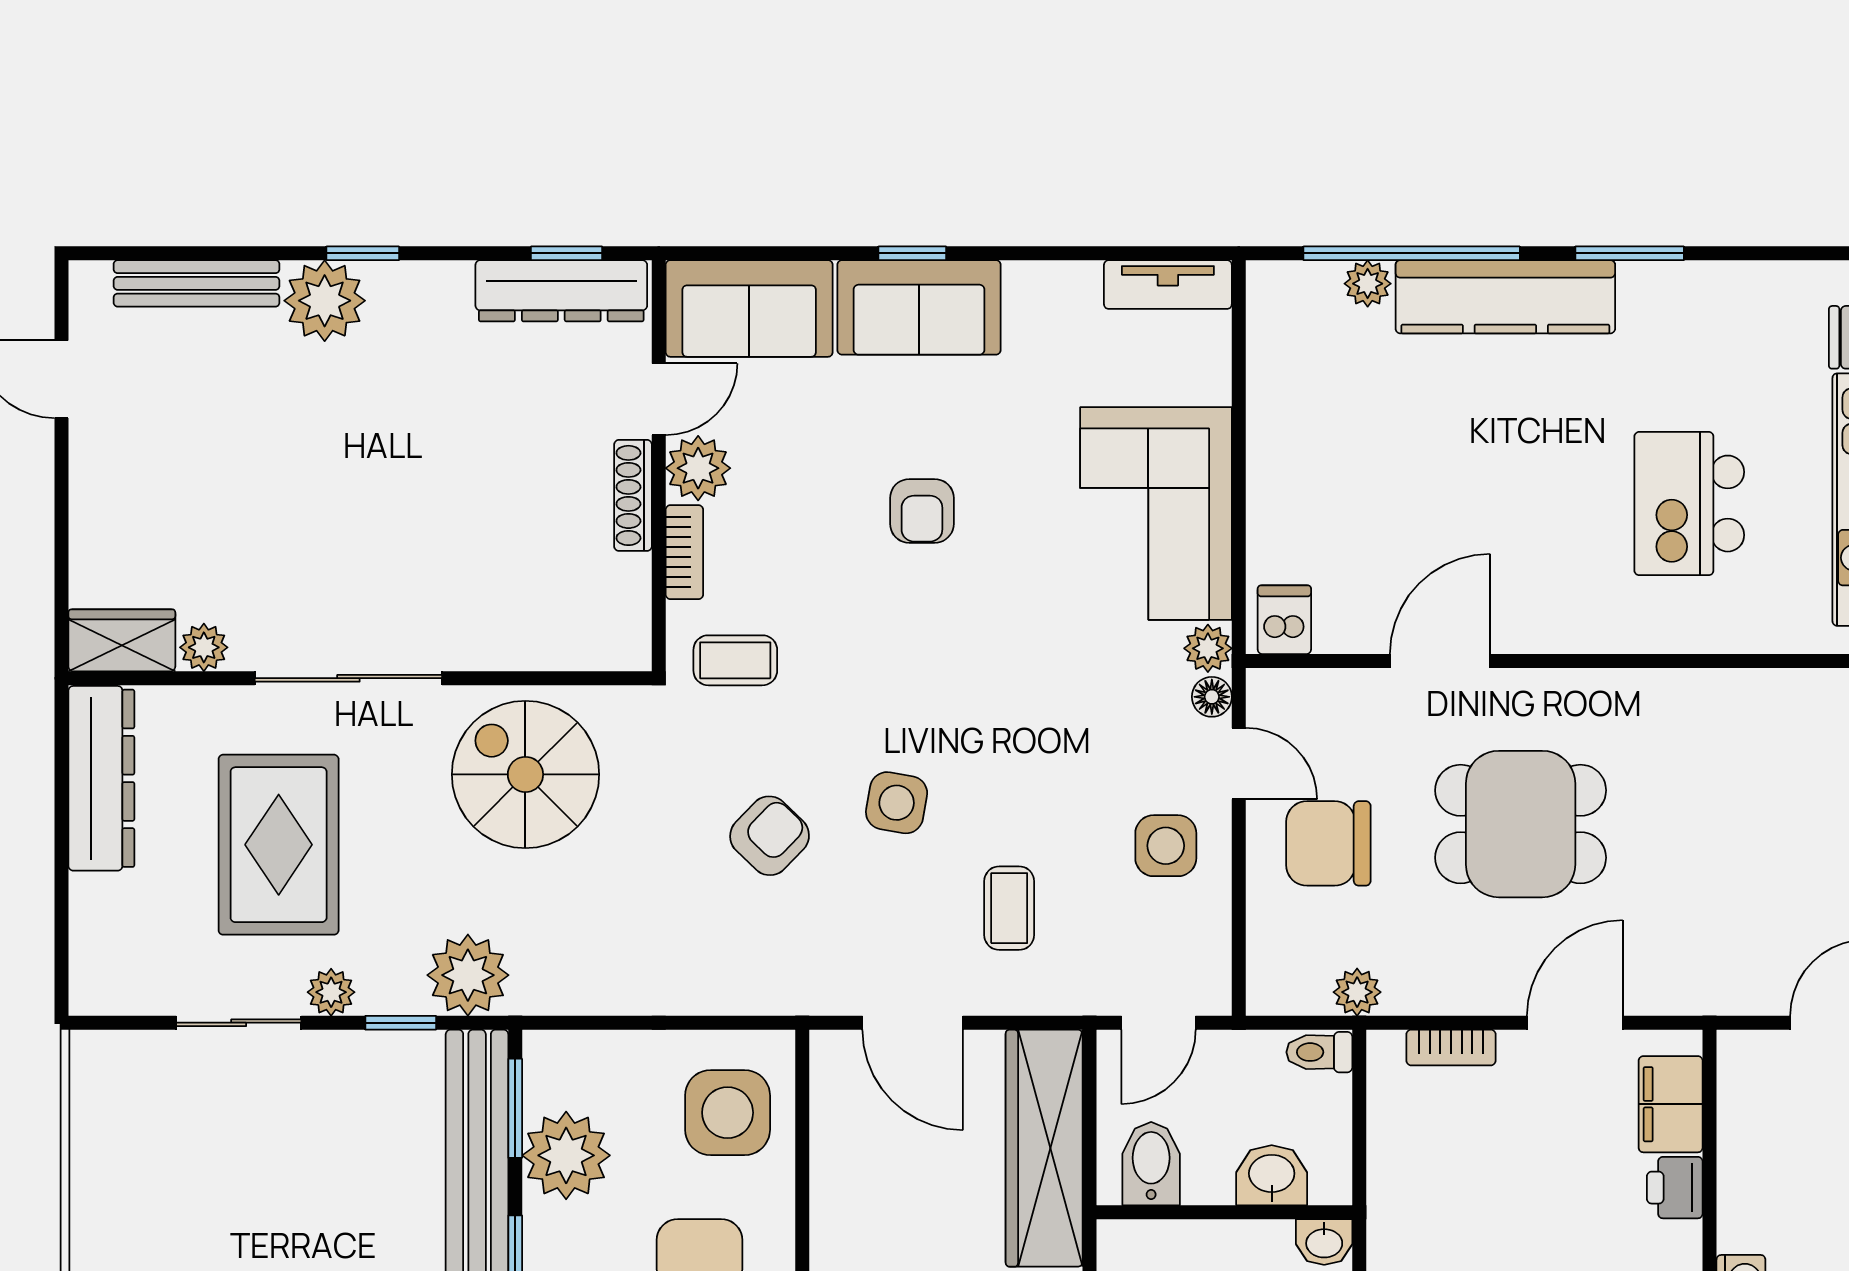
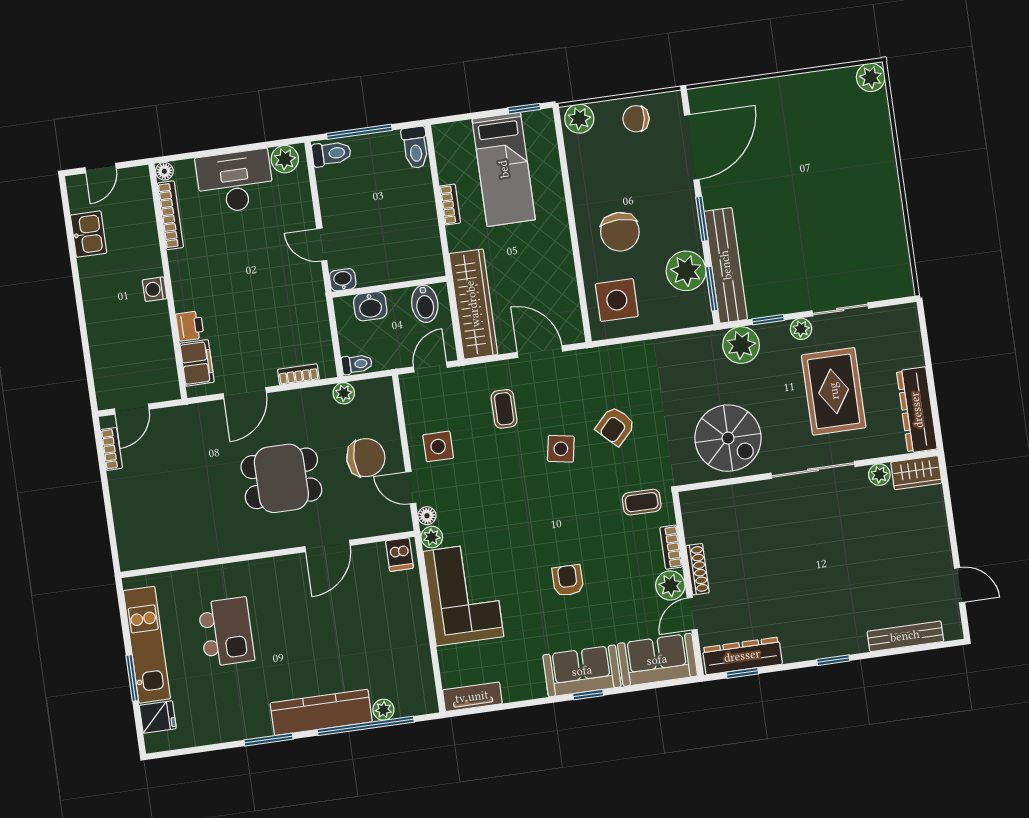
plant: (325, 301) -> (847, 637), removed

